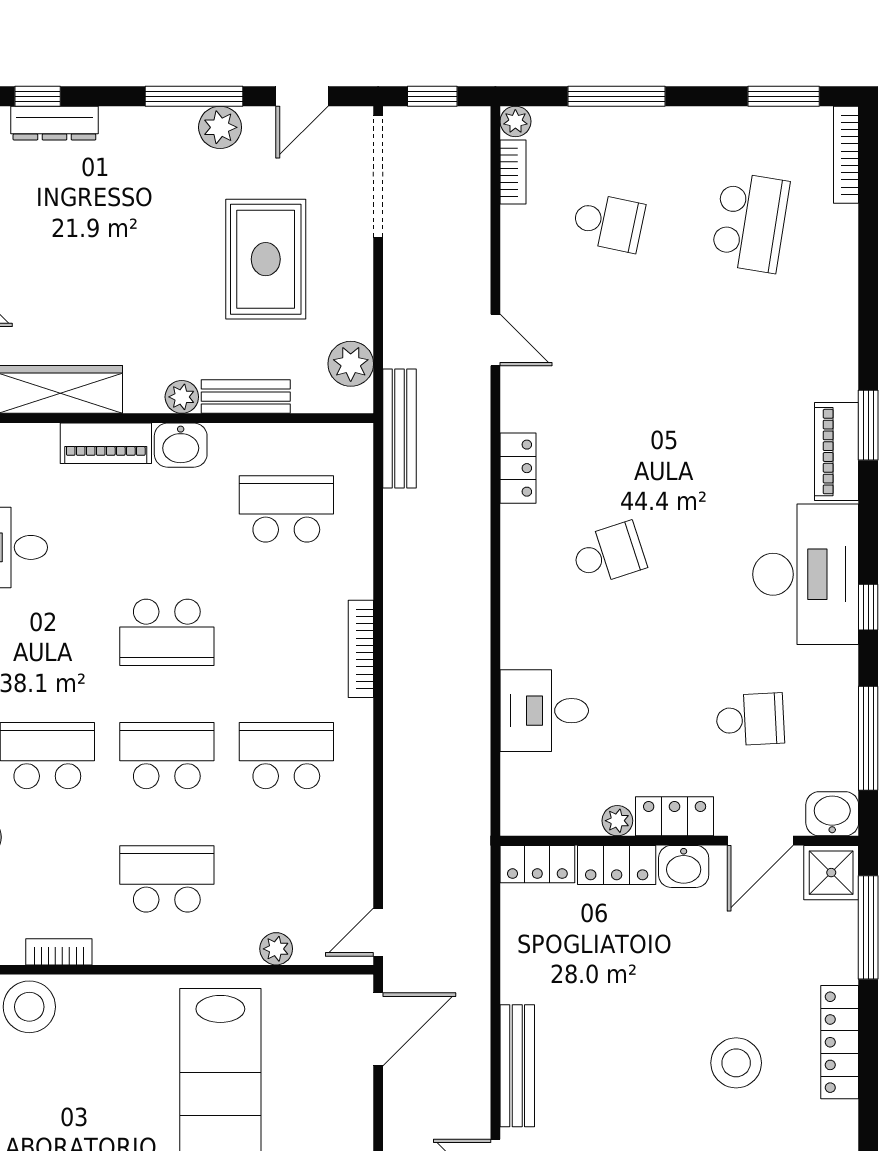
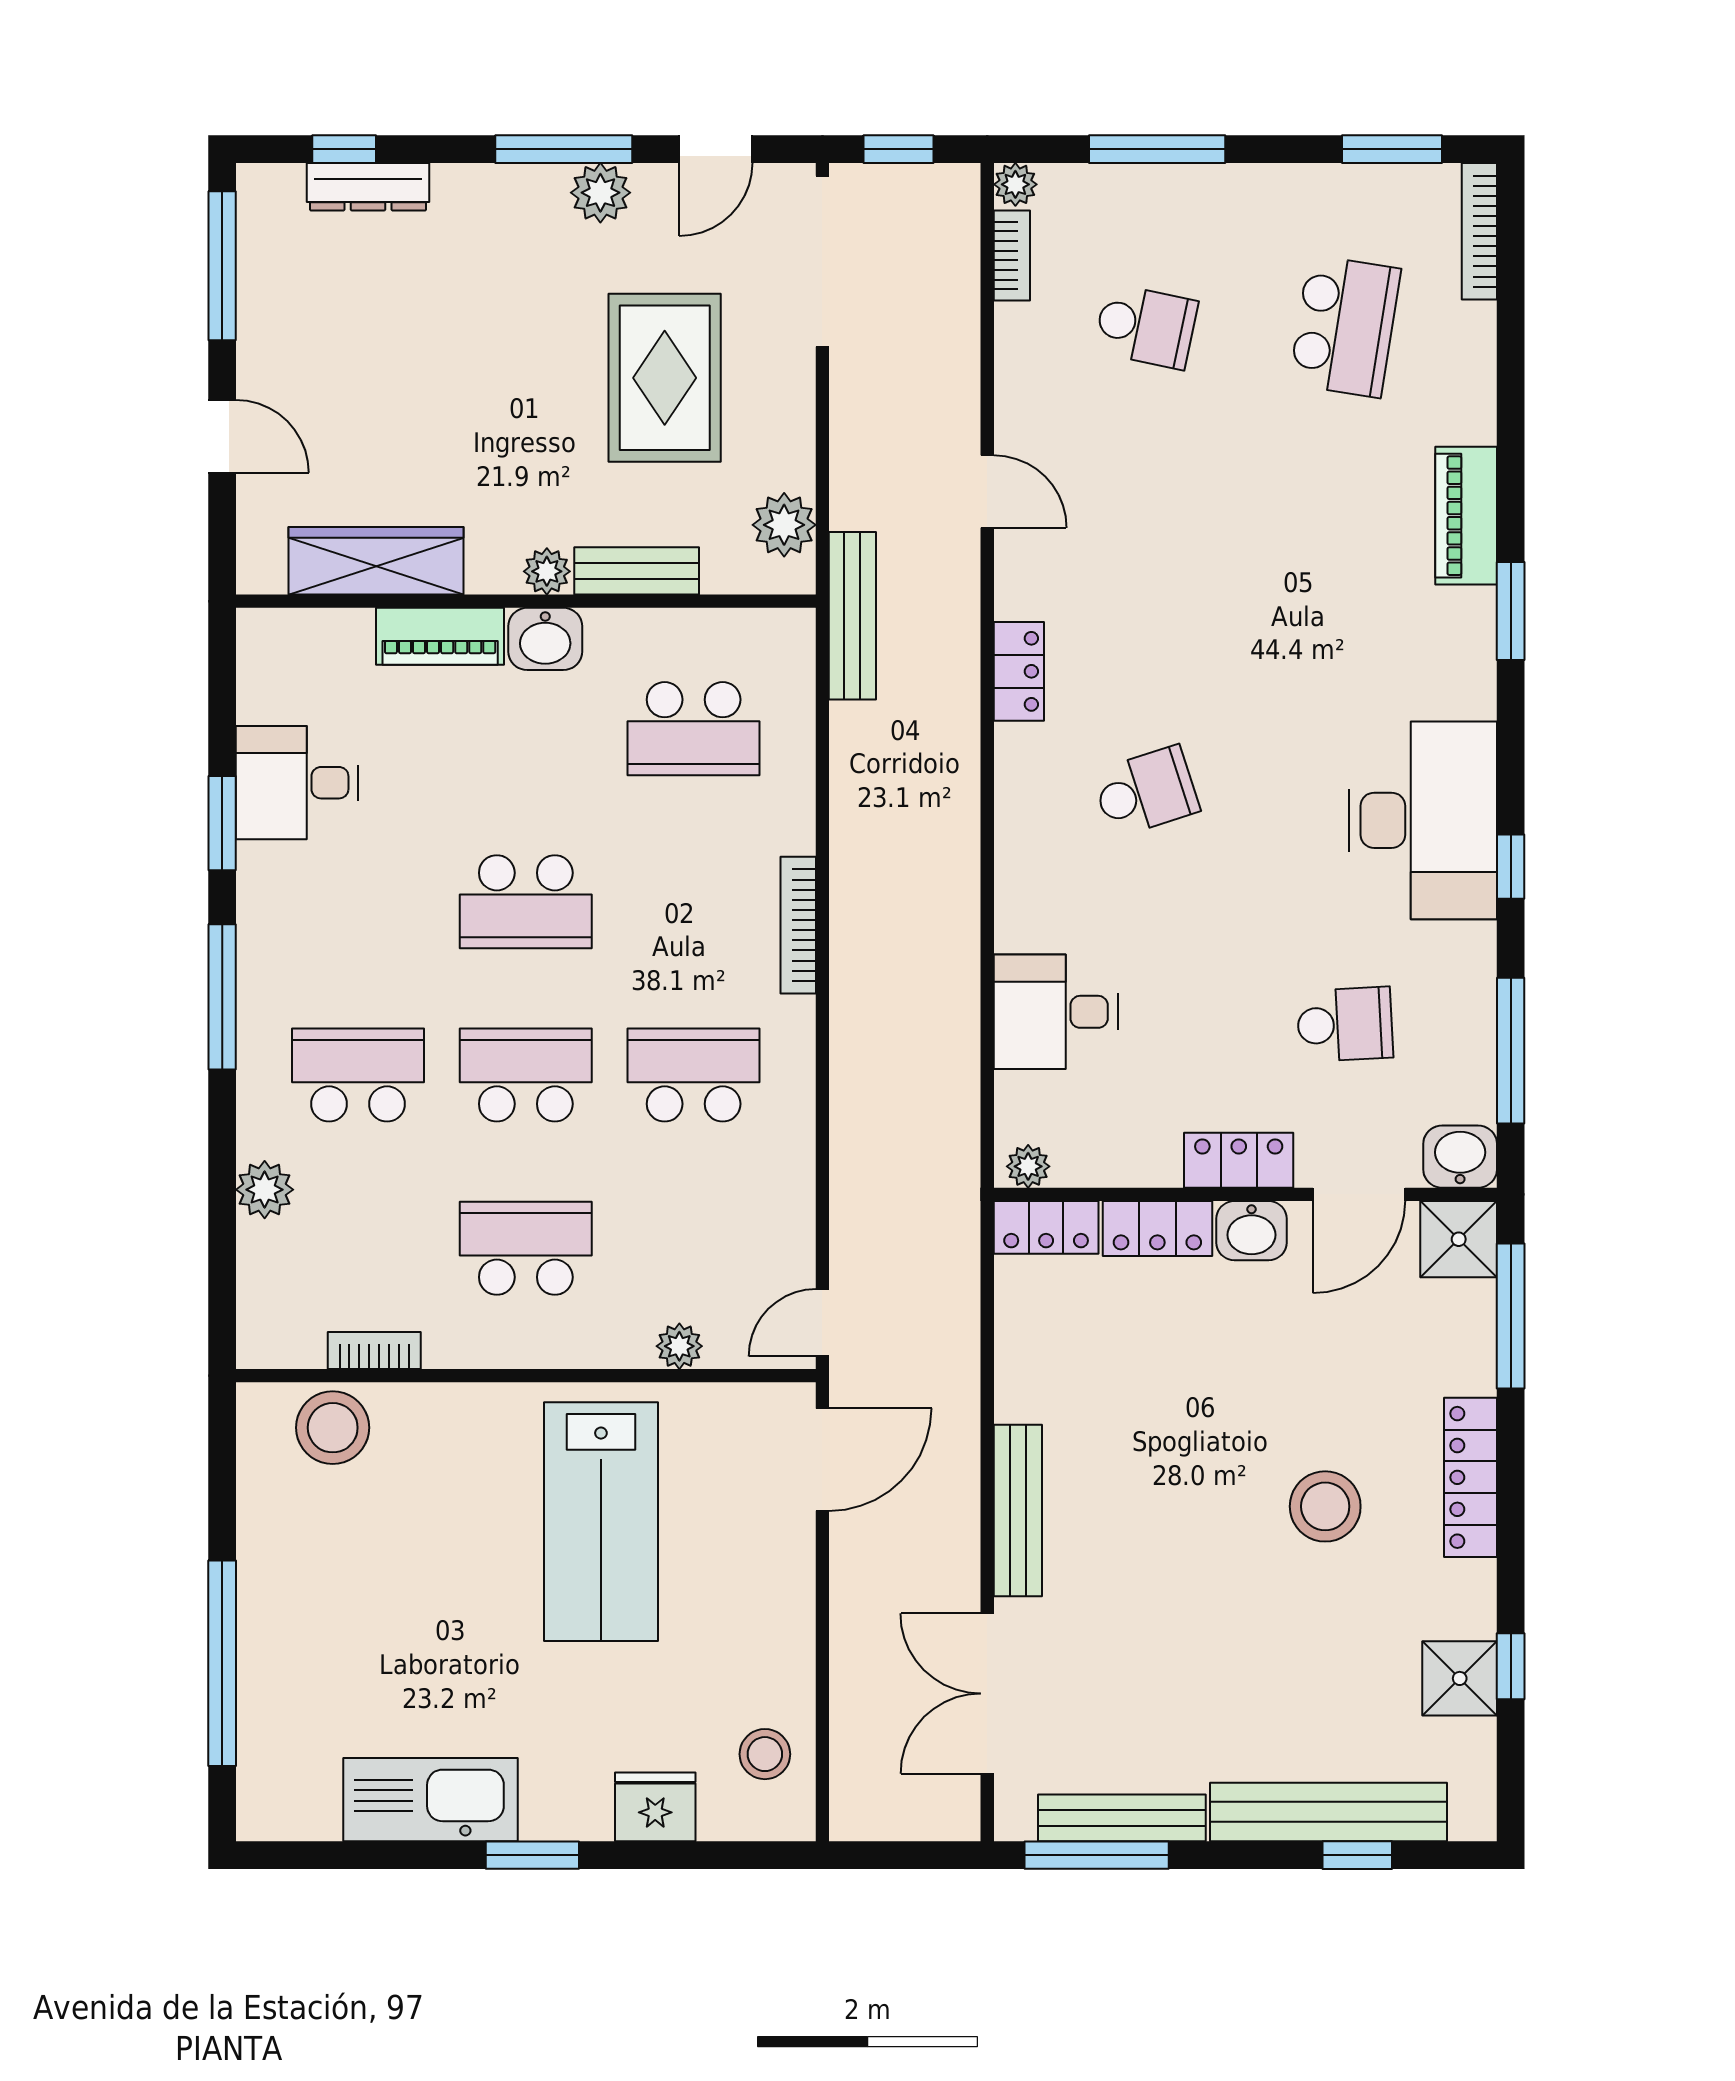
piano: (836, 452) -> (1466, 516), moved
school desk: (286, 509) -> (694, 729), turned 180
plant: (617, 821) -> (1028, 1166), moved

